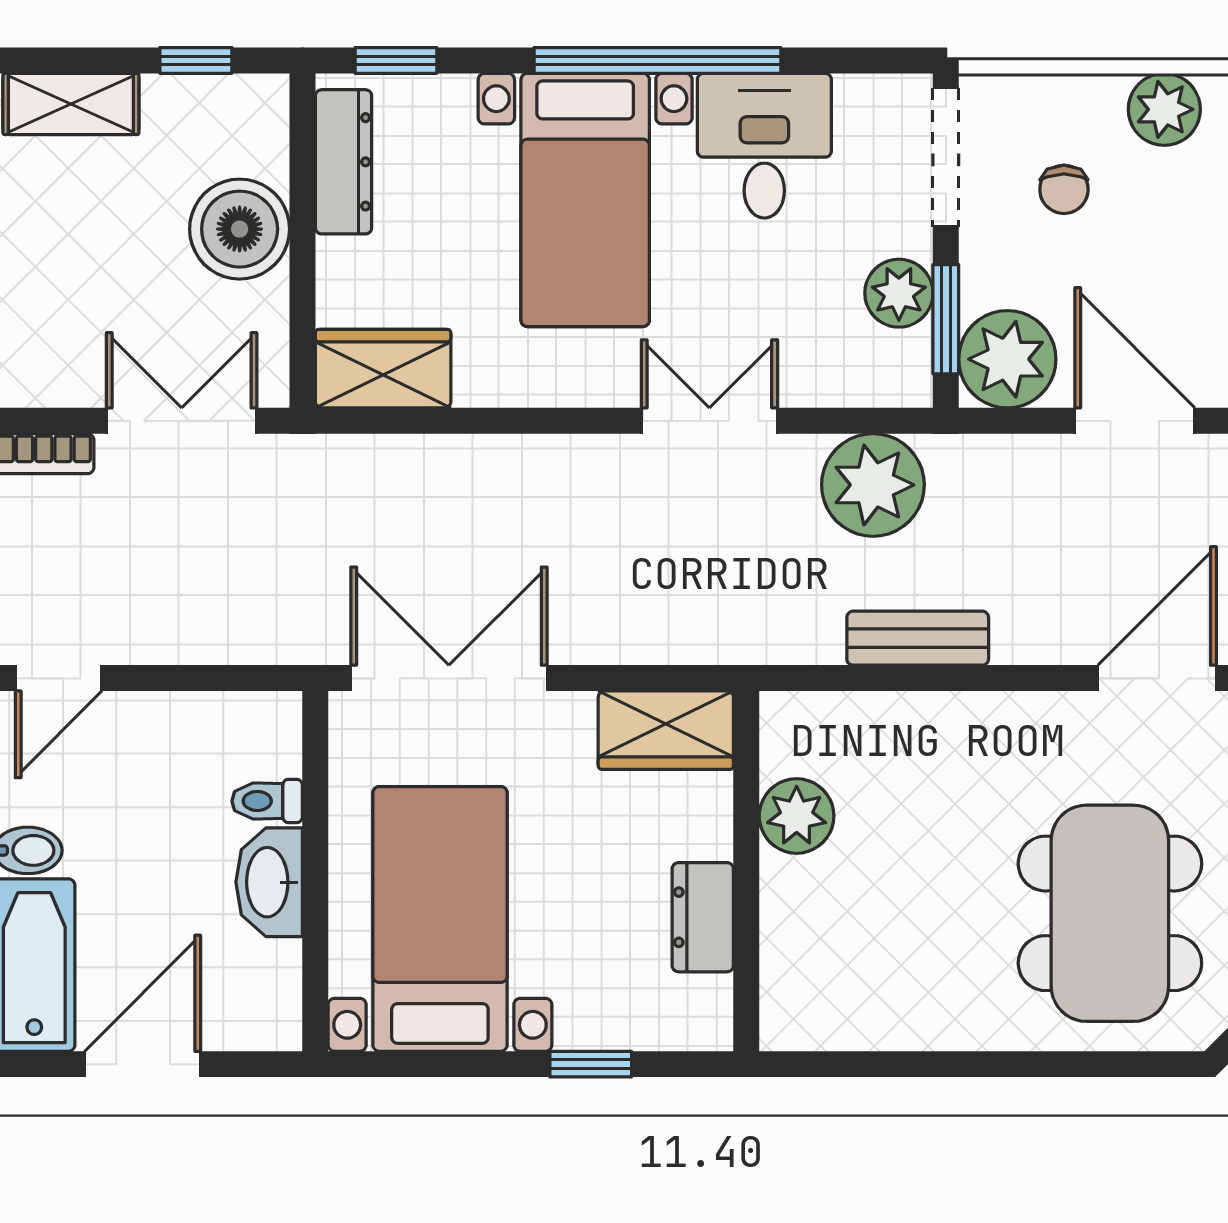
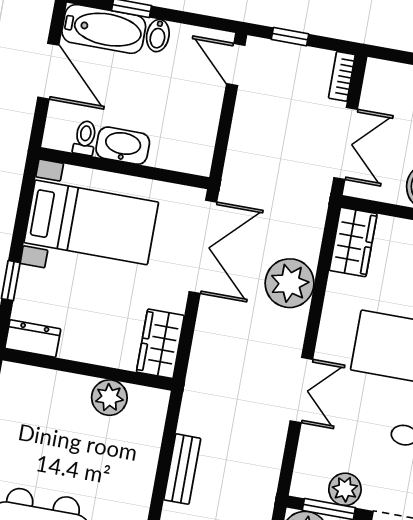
plant: (873, 485) -> (290, 283), moved
toilet: (267, 801) -> (85, 138), moved
dresser: (703, 917) -> (33, 339), moved

